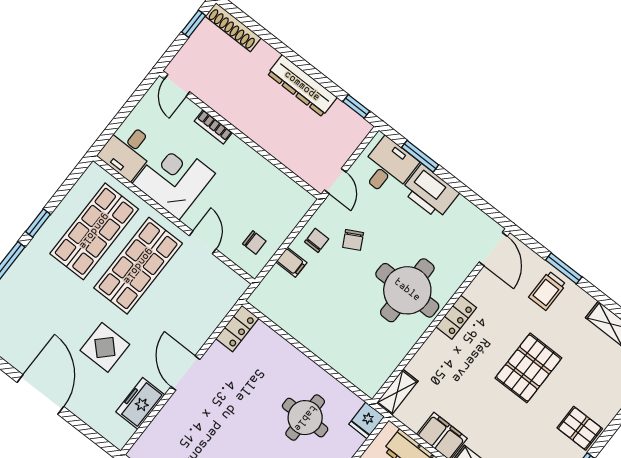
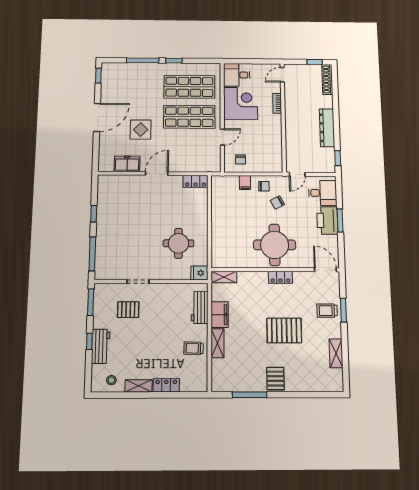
window: (420, 156) -> (340, 220), moved
door: (493, 249) -> (325, 270), swing flipped

